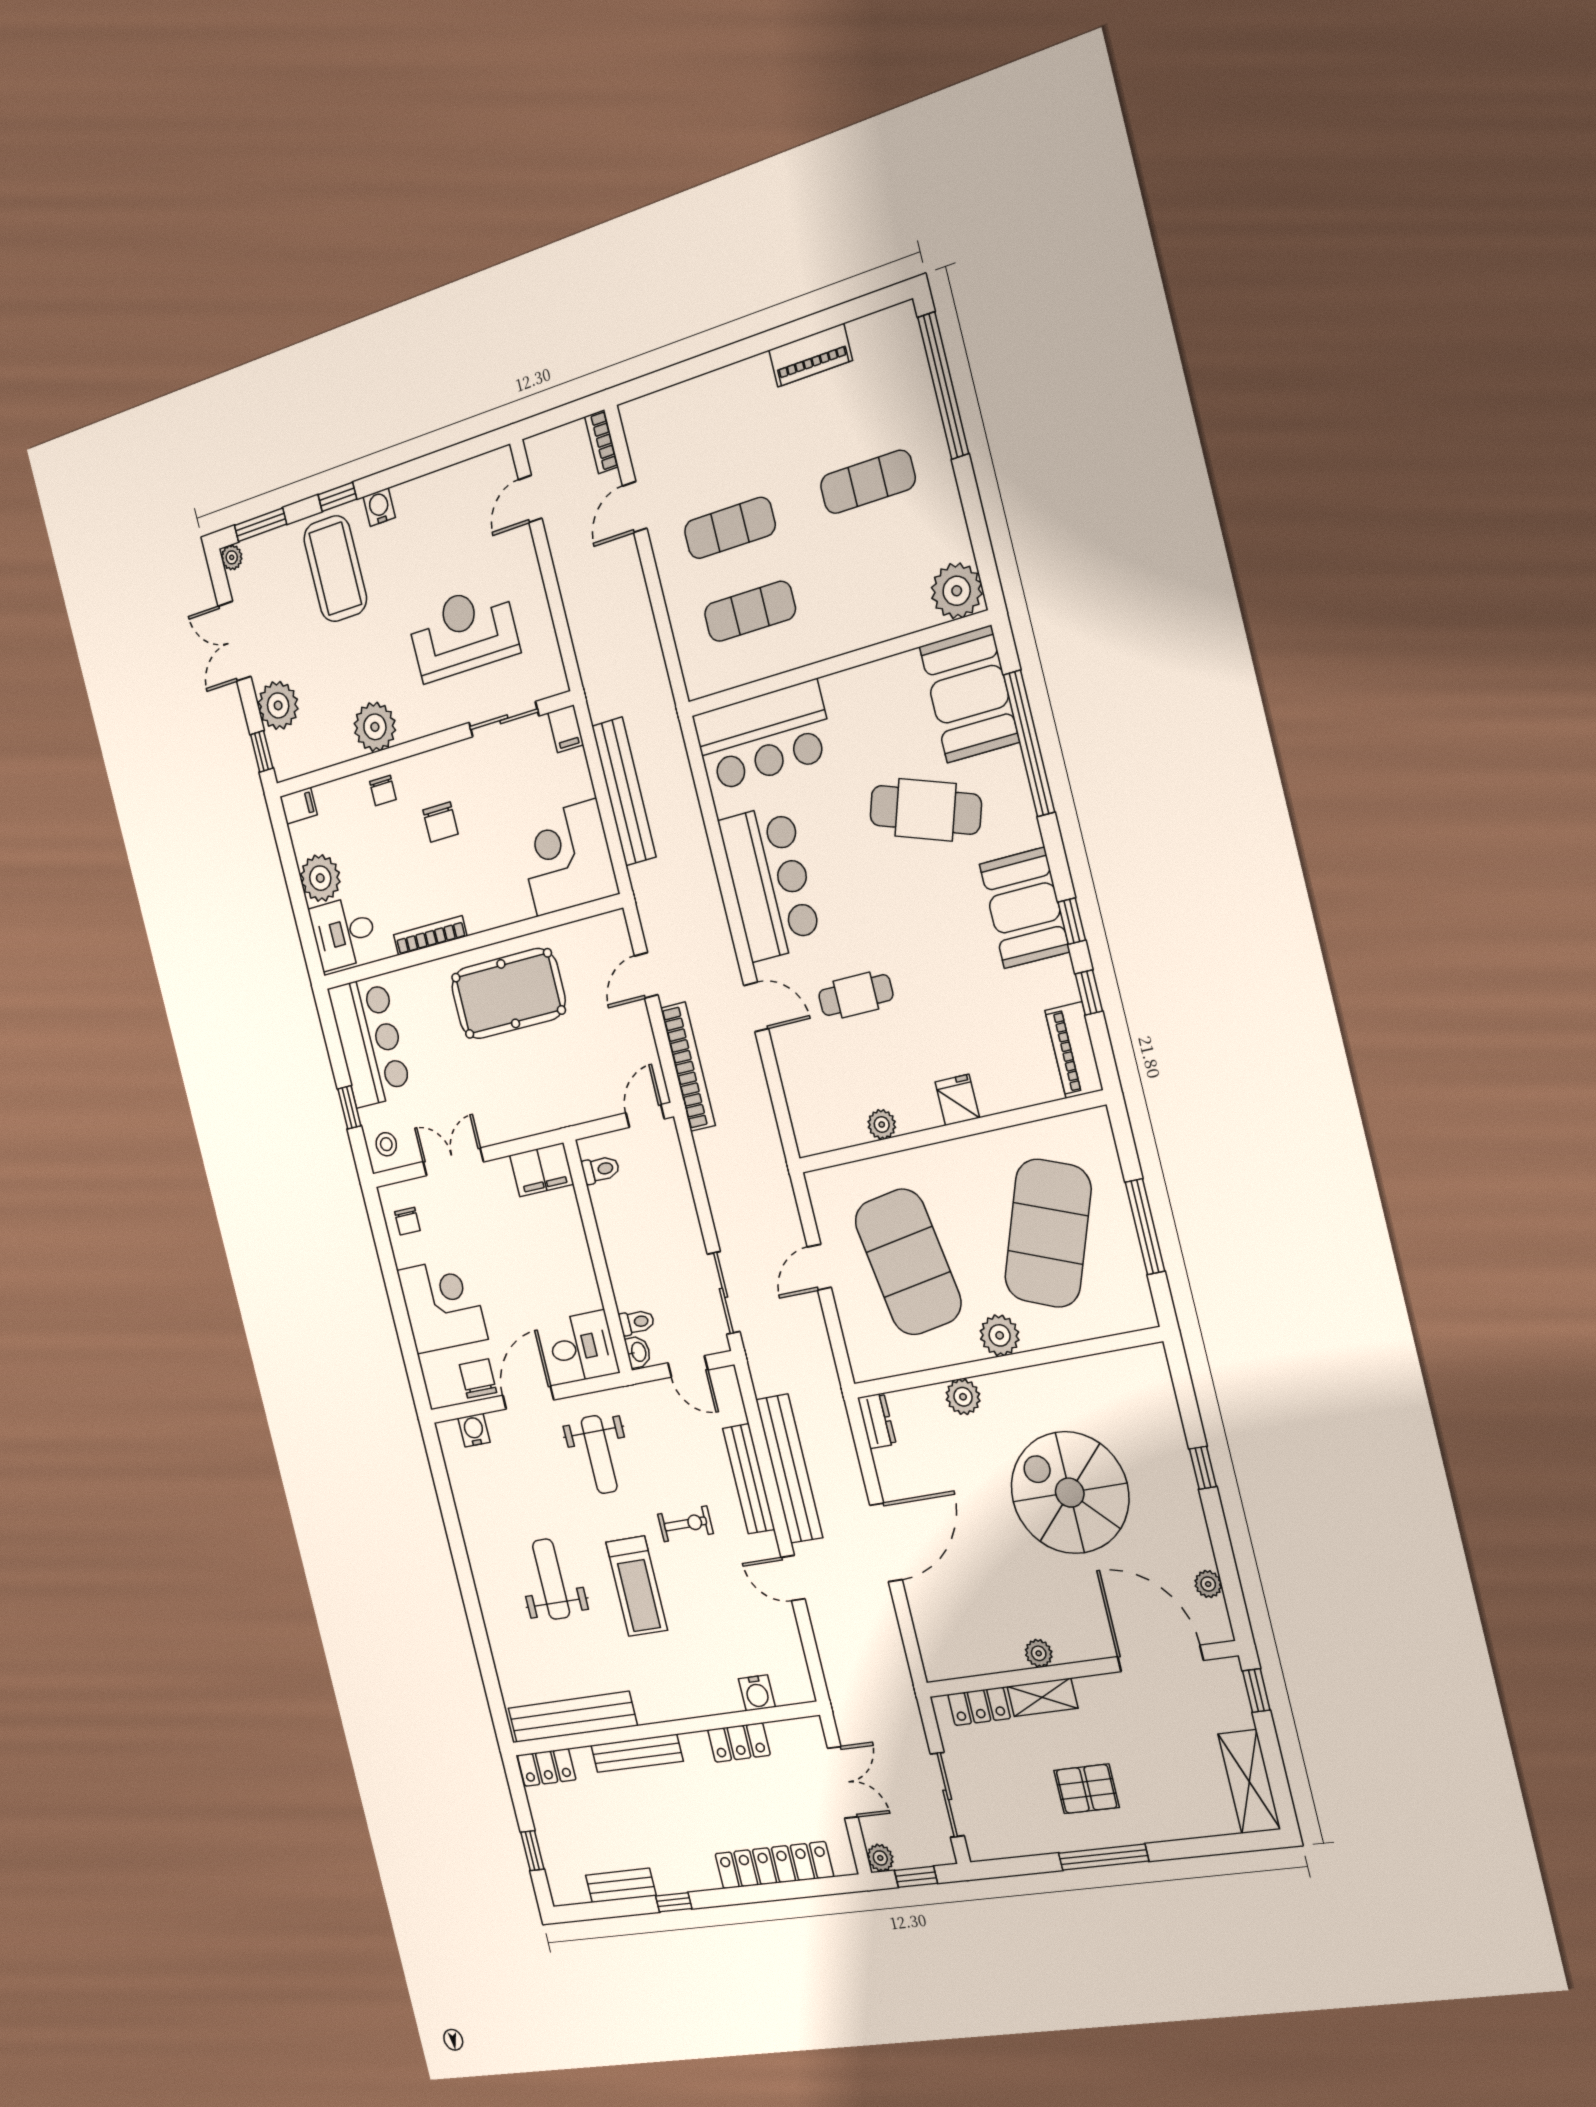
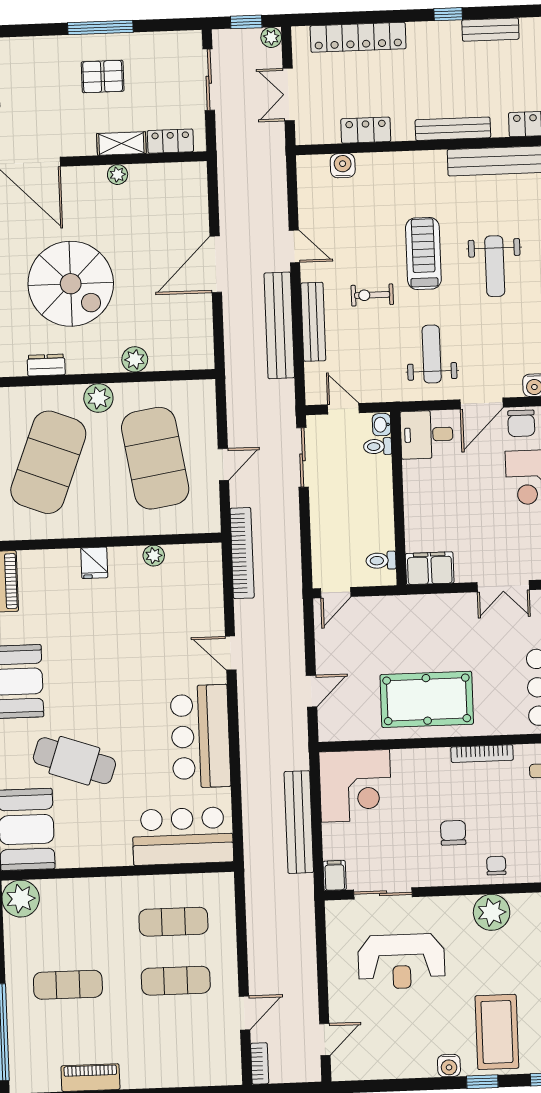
cafe table: (856, 995) -> (153, 647), removed
bookcase: (688, 1067) -> (242, 553), moved, turned 180
dresser: (877, 1421) -> (46, 365), moved, turned 90

